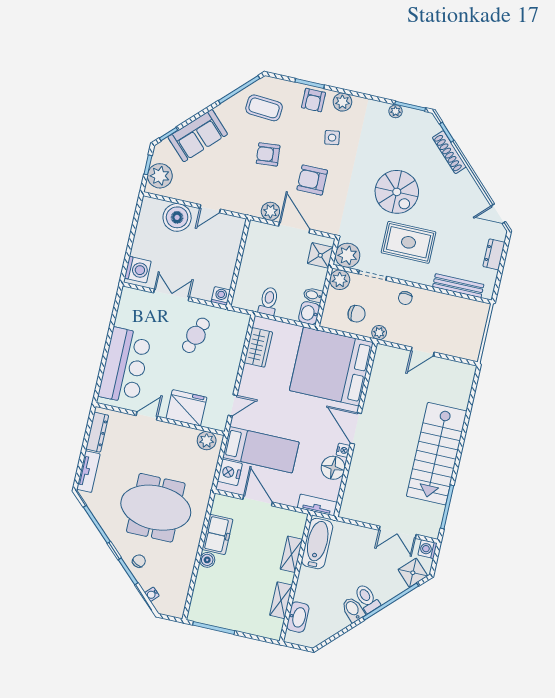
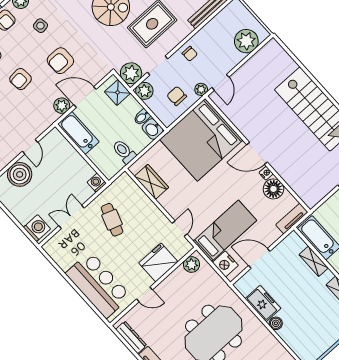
bathtub: (256, 245) -> (78, 133), added
chair: (357, 314) -> (177, 96), turned -90
plant: (455, 343) -> (246, 41), added
door: (423, 352) -> (220, 82), moved
door: (147, 416) -> (144, 294), swing flipped

